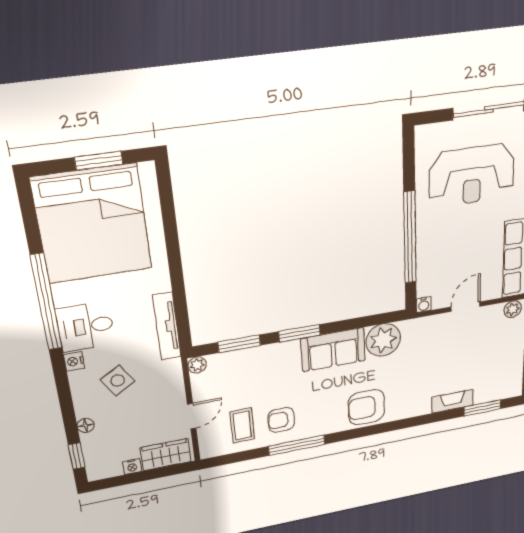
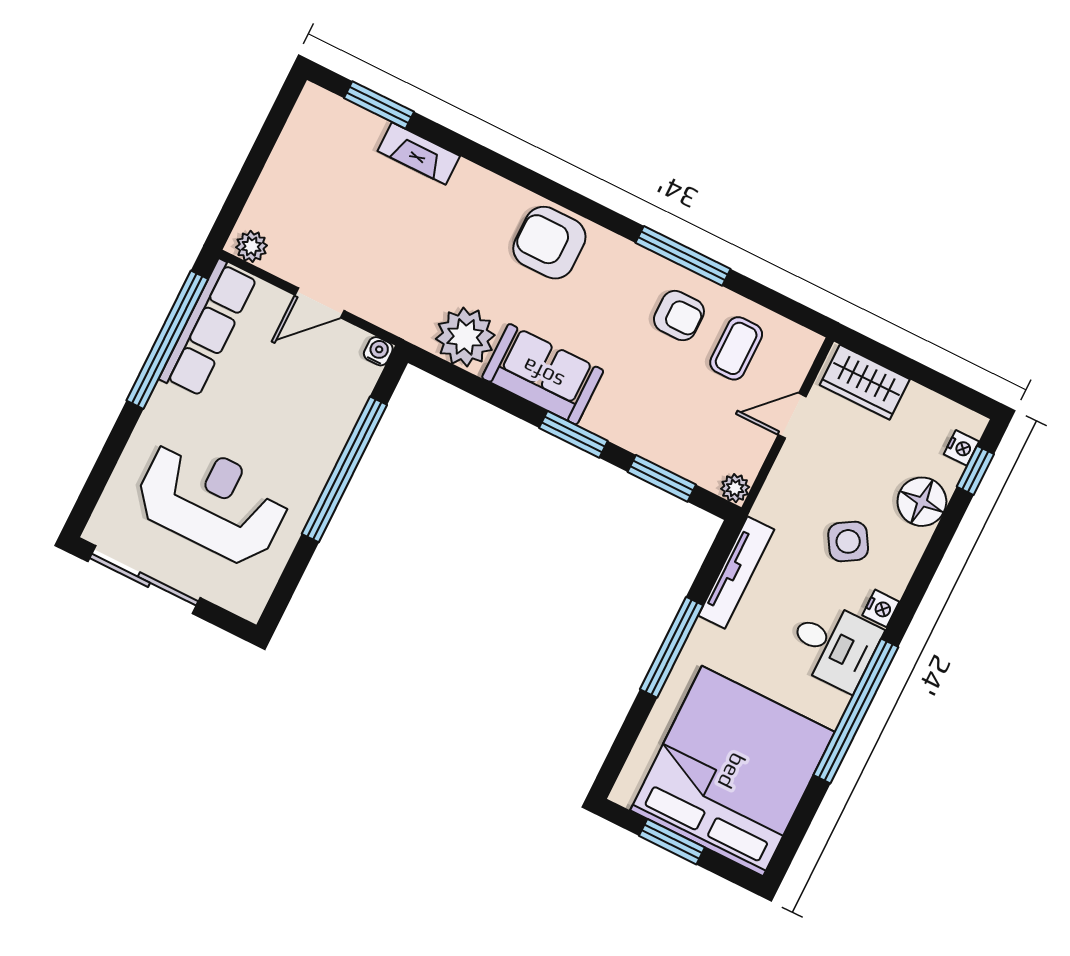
window: (175, 266) -> (672, 647), added
armchair: (366, 407) -> (549, 243), turned 180
floor lamp: (86, 425) -> (922, 502), width x1.89, depth x1.89
nightstand: (132, 466) -> (961, 448), moved, turned 90

